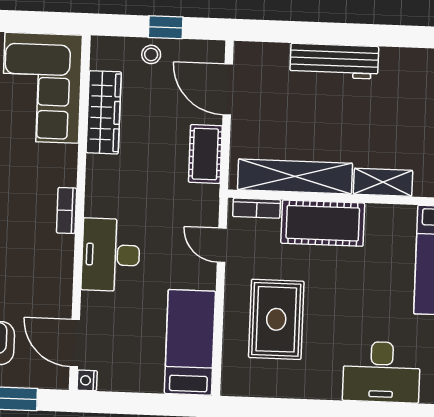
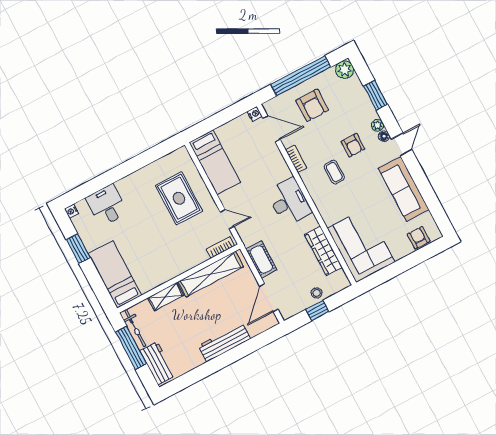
door: (228, 89) -> (269, 298), swing flipped
bookcase: (67, 211) -> (296, 159), moved
coffee table: (18, 222) -> (334, 172), added
cot: (323, 223) -> (184, 259), removed
desk: (111, 255) -> (289, 202), moved
desk: (381, 372) -> (107, 205), width x0.73

